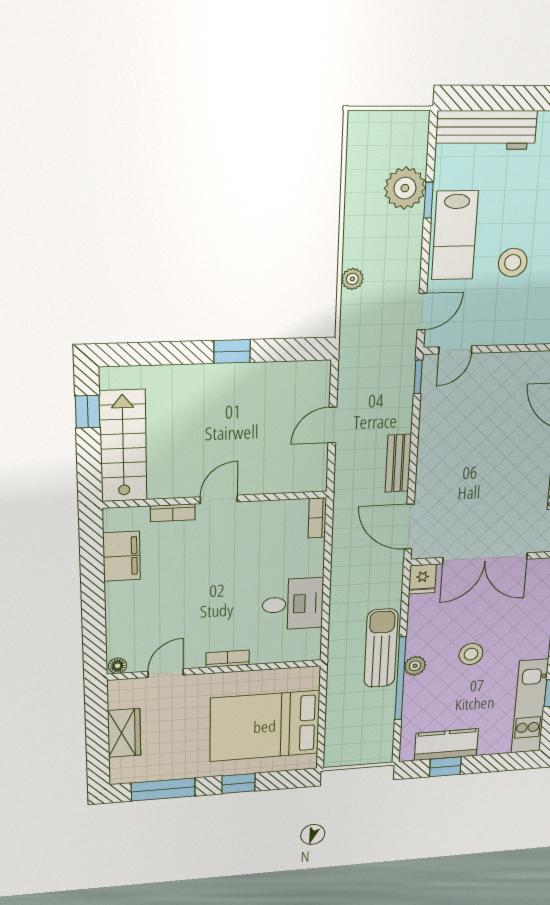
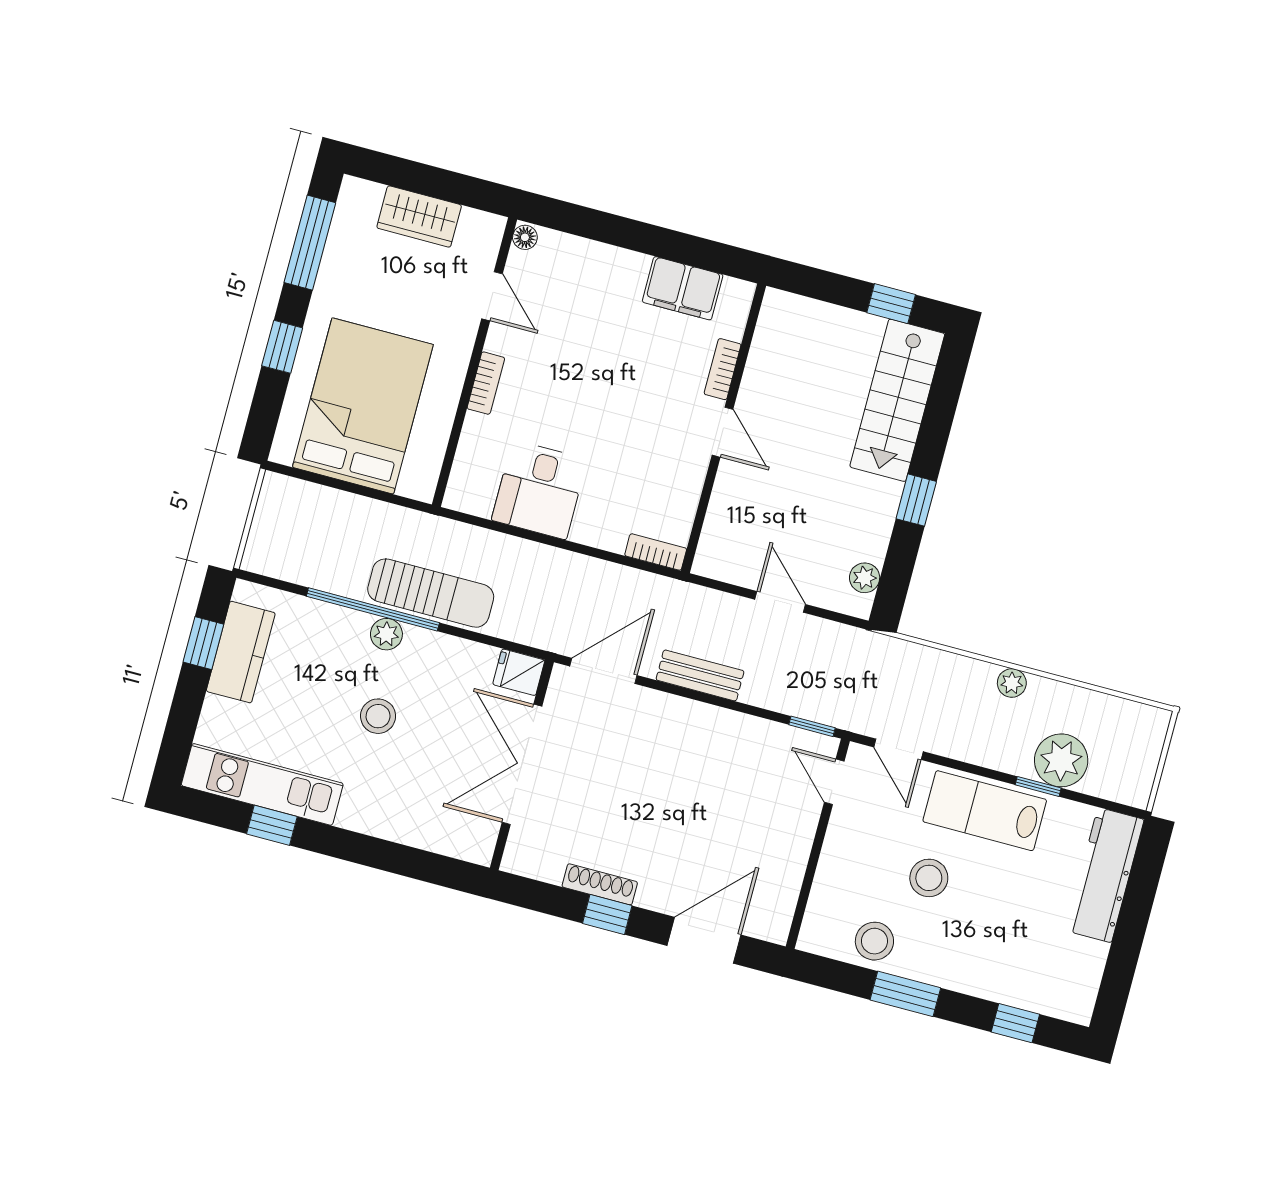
plant: (352, 279) -> (1012, 683), moved
plant: (300, 372) -> (865, 578), added
stairs: (123, 446) -> (897, 400), moved, turned 90

